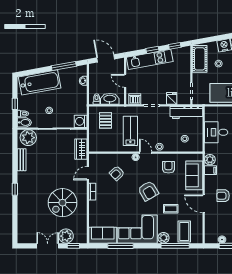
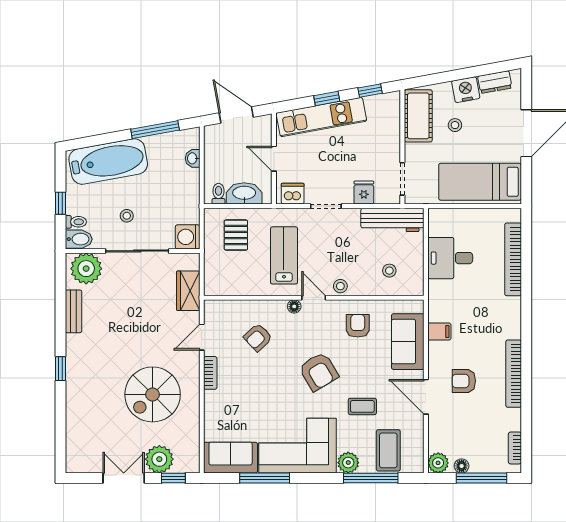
plant: (210, 160) -> (438, 463), moved

